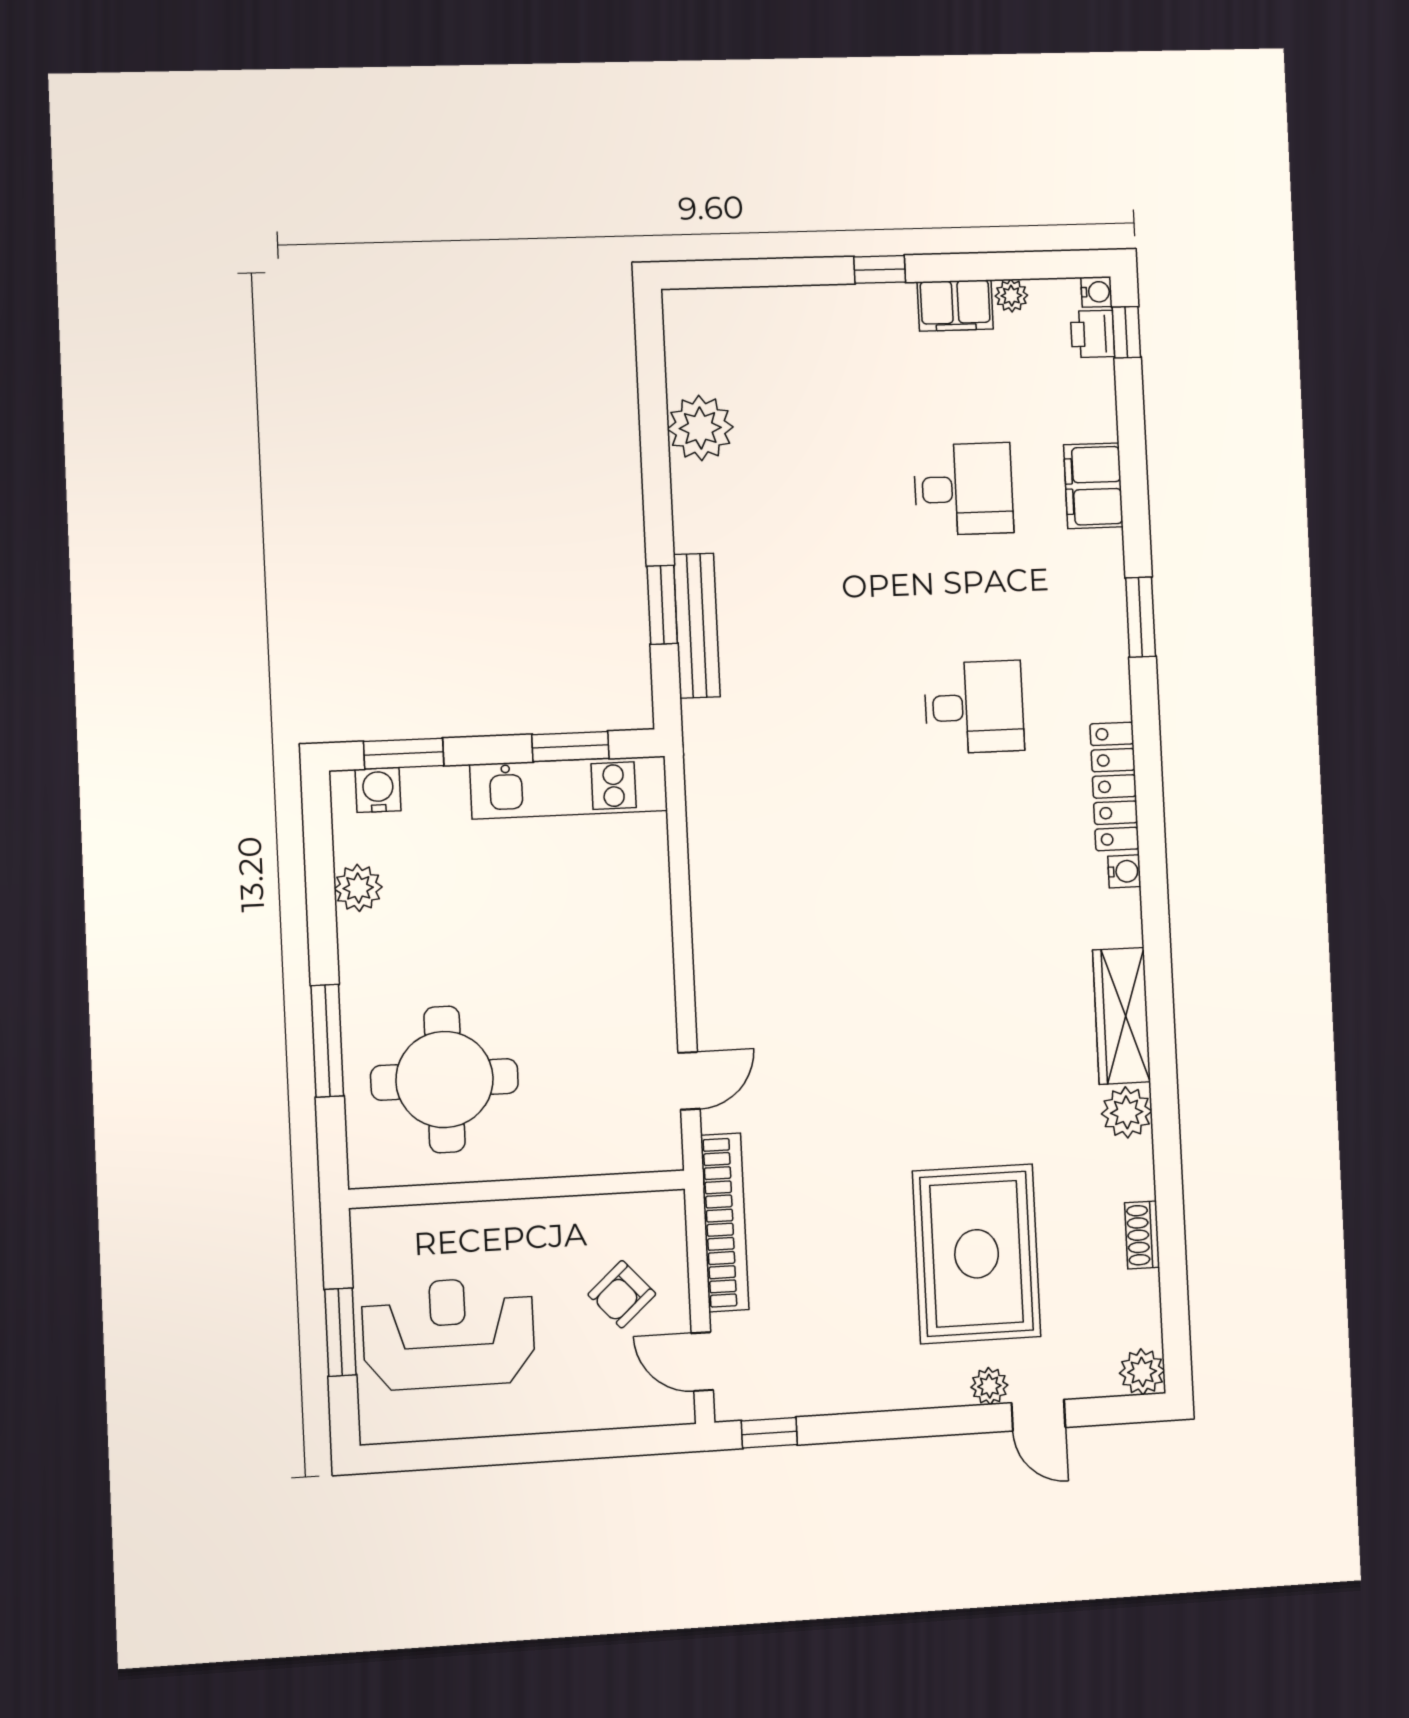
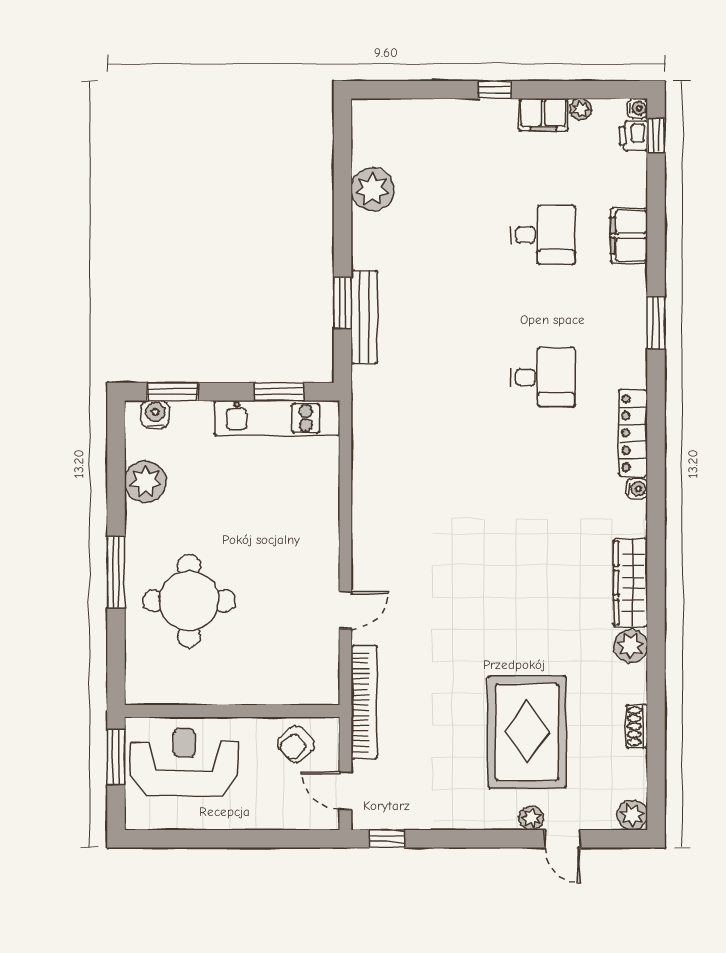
plant: (358, 888) -> (145, 482), width x1.36, depth x1.36
wall: (517, 1189) -> (232, 711), moved

